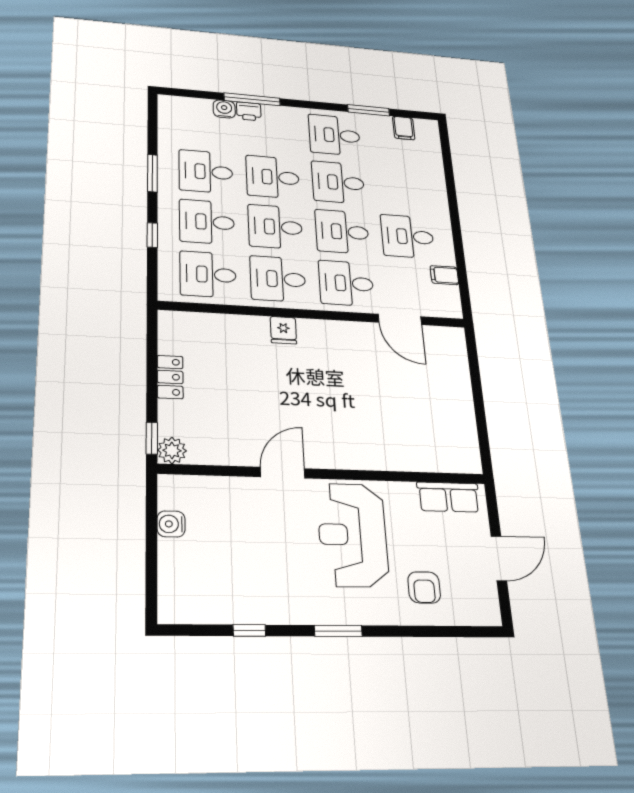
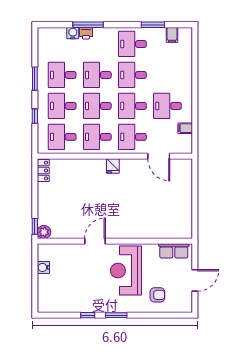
fridge: (283, 330) -> (113, 166), moved
locker: (170, 377) -> (43, 170), moved
armchair: (424, 587) -> (157, 295), turned -90
window: (249, 630) -> (88, 315), moved

